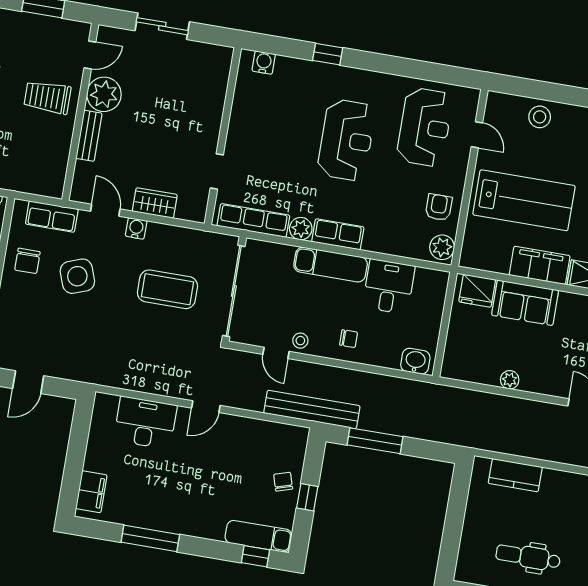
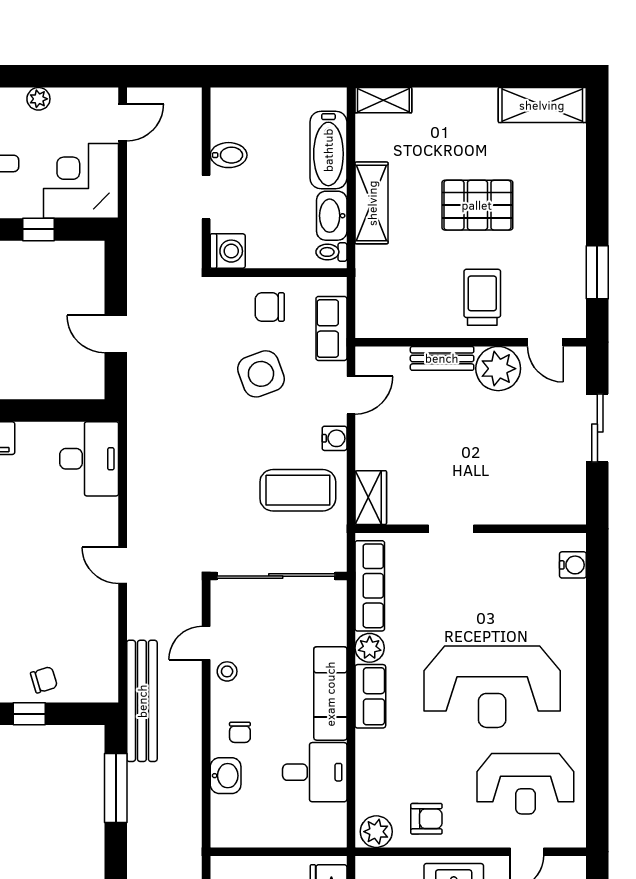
window: (328, 54) -> (597, 644), removed
reception desk: (346, 140) -> (492, 687), width x1.36, depth x1.30
doorway: (217, 171) -> (451, 529), moved
wardrobe: (155, 203) -> (371, 498), moved
coffee table: (167, 289) -> (298, 490), moved, turned 90
washbasin: (415, 361) -> (226, 776), moved
desk: (145, 423) -> (89, 459), moved

